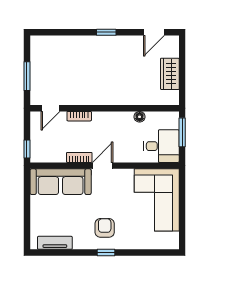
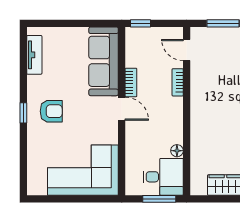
desk: (161, 146) -> (163, 177), moved, turned -90

